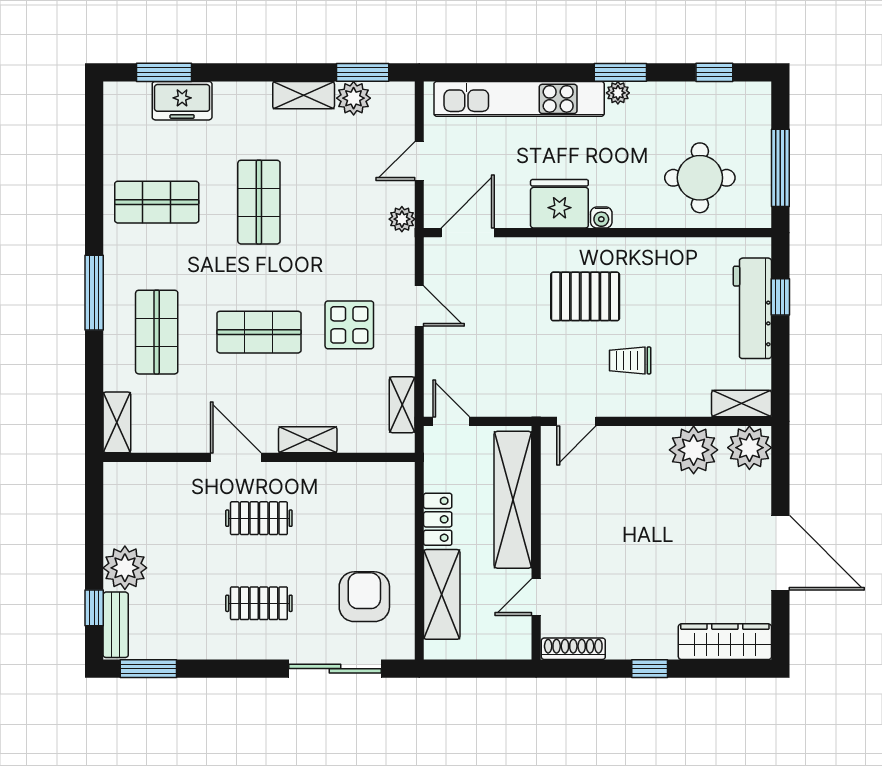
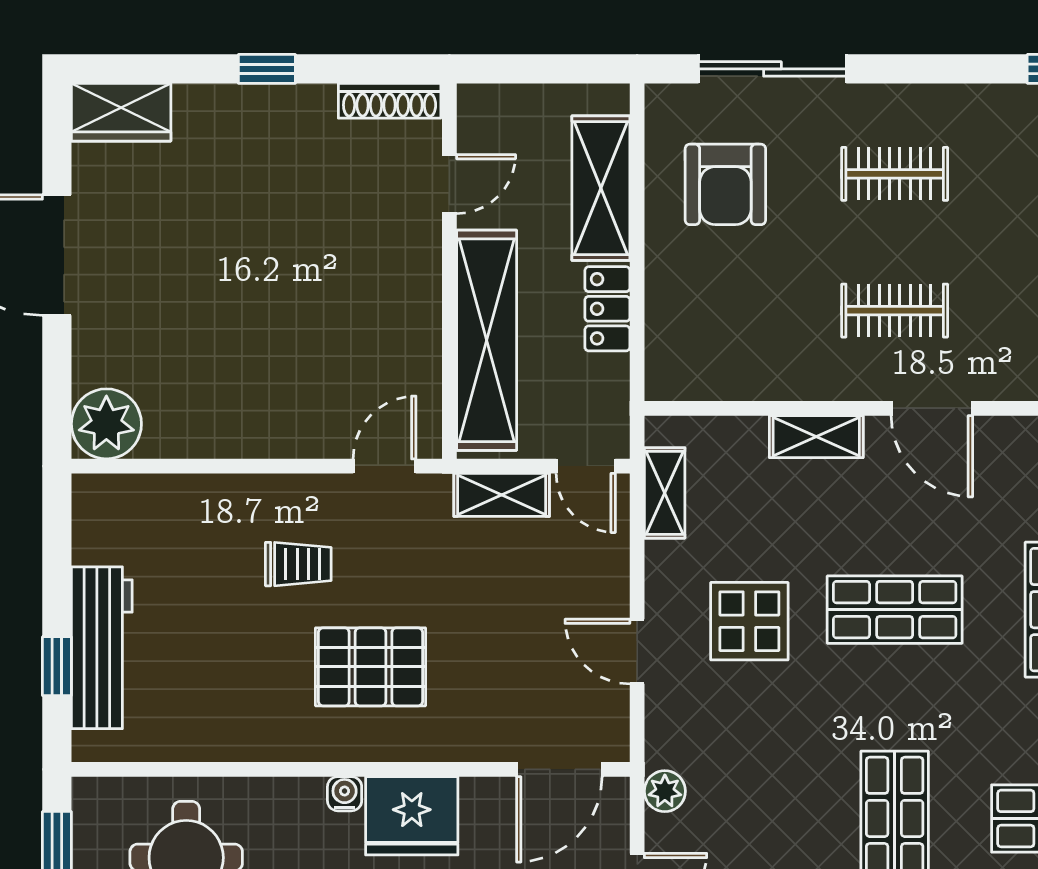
shelving: (742, 403) -> (502, 495), moved
plant: (694, 450) -> (196, 420), removed
wardrobe: (725, 642) -> (121, 112), width x0.67

